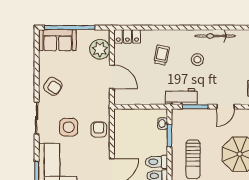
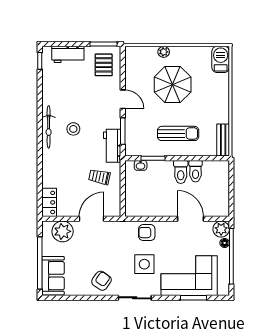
bicycle: (215, 36) -> (49, 127), moved
trolley: (162, 55) -> (99, 177), moved

